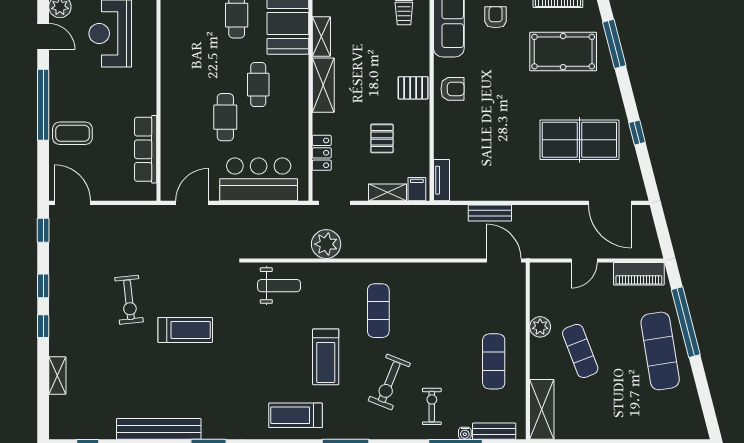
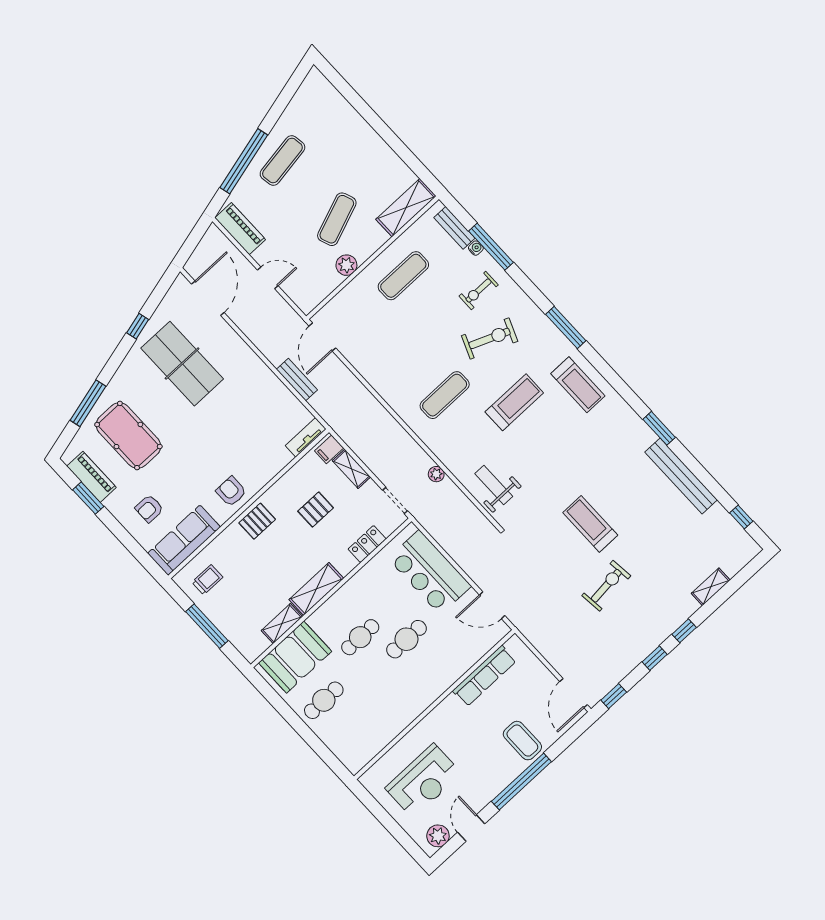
pallet: (413, 88) -> (257, 521), turned 90
plant: (326, 244) -> (436, 474), width x0.53, depth x0.53
exercise mat: (660, 351) -> (282, 161), width x0.73, depth x0.69

